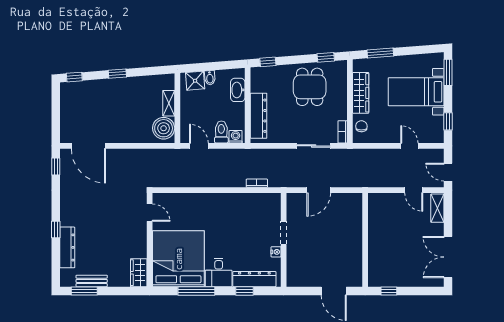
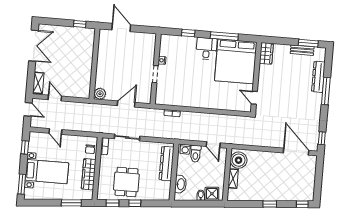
window: (268, 62) -> (135, 203), moved
plant: (355, 201) -> (100, 94), added
window: (56, 229) -> (326, 91), width x2.17
dresser: (254, 279) -> (180, 41), removed

